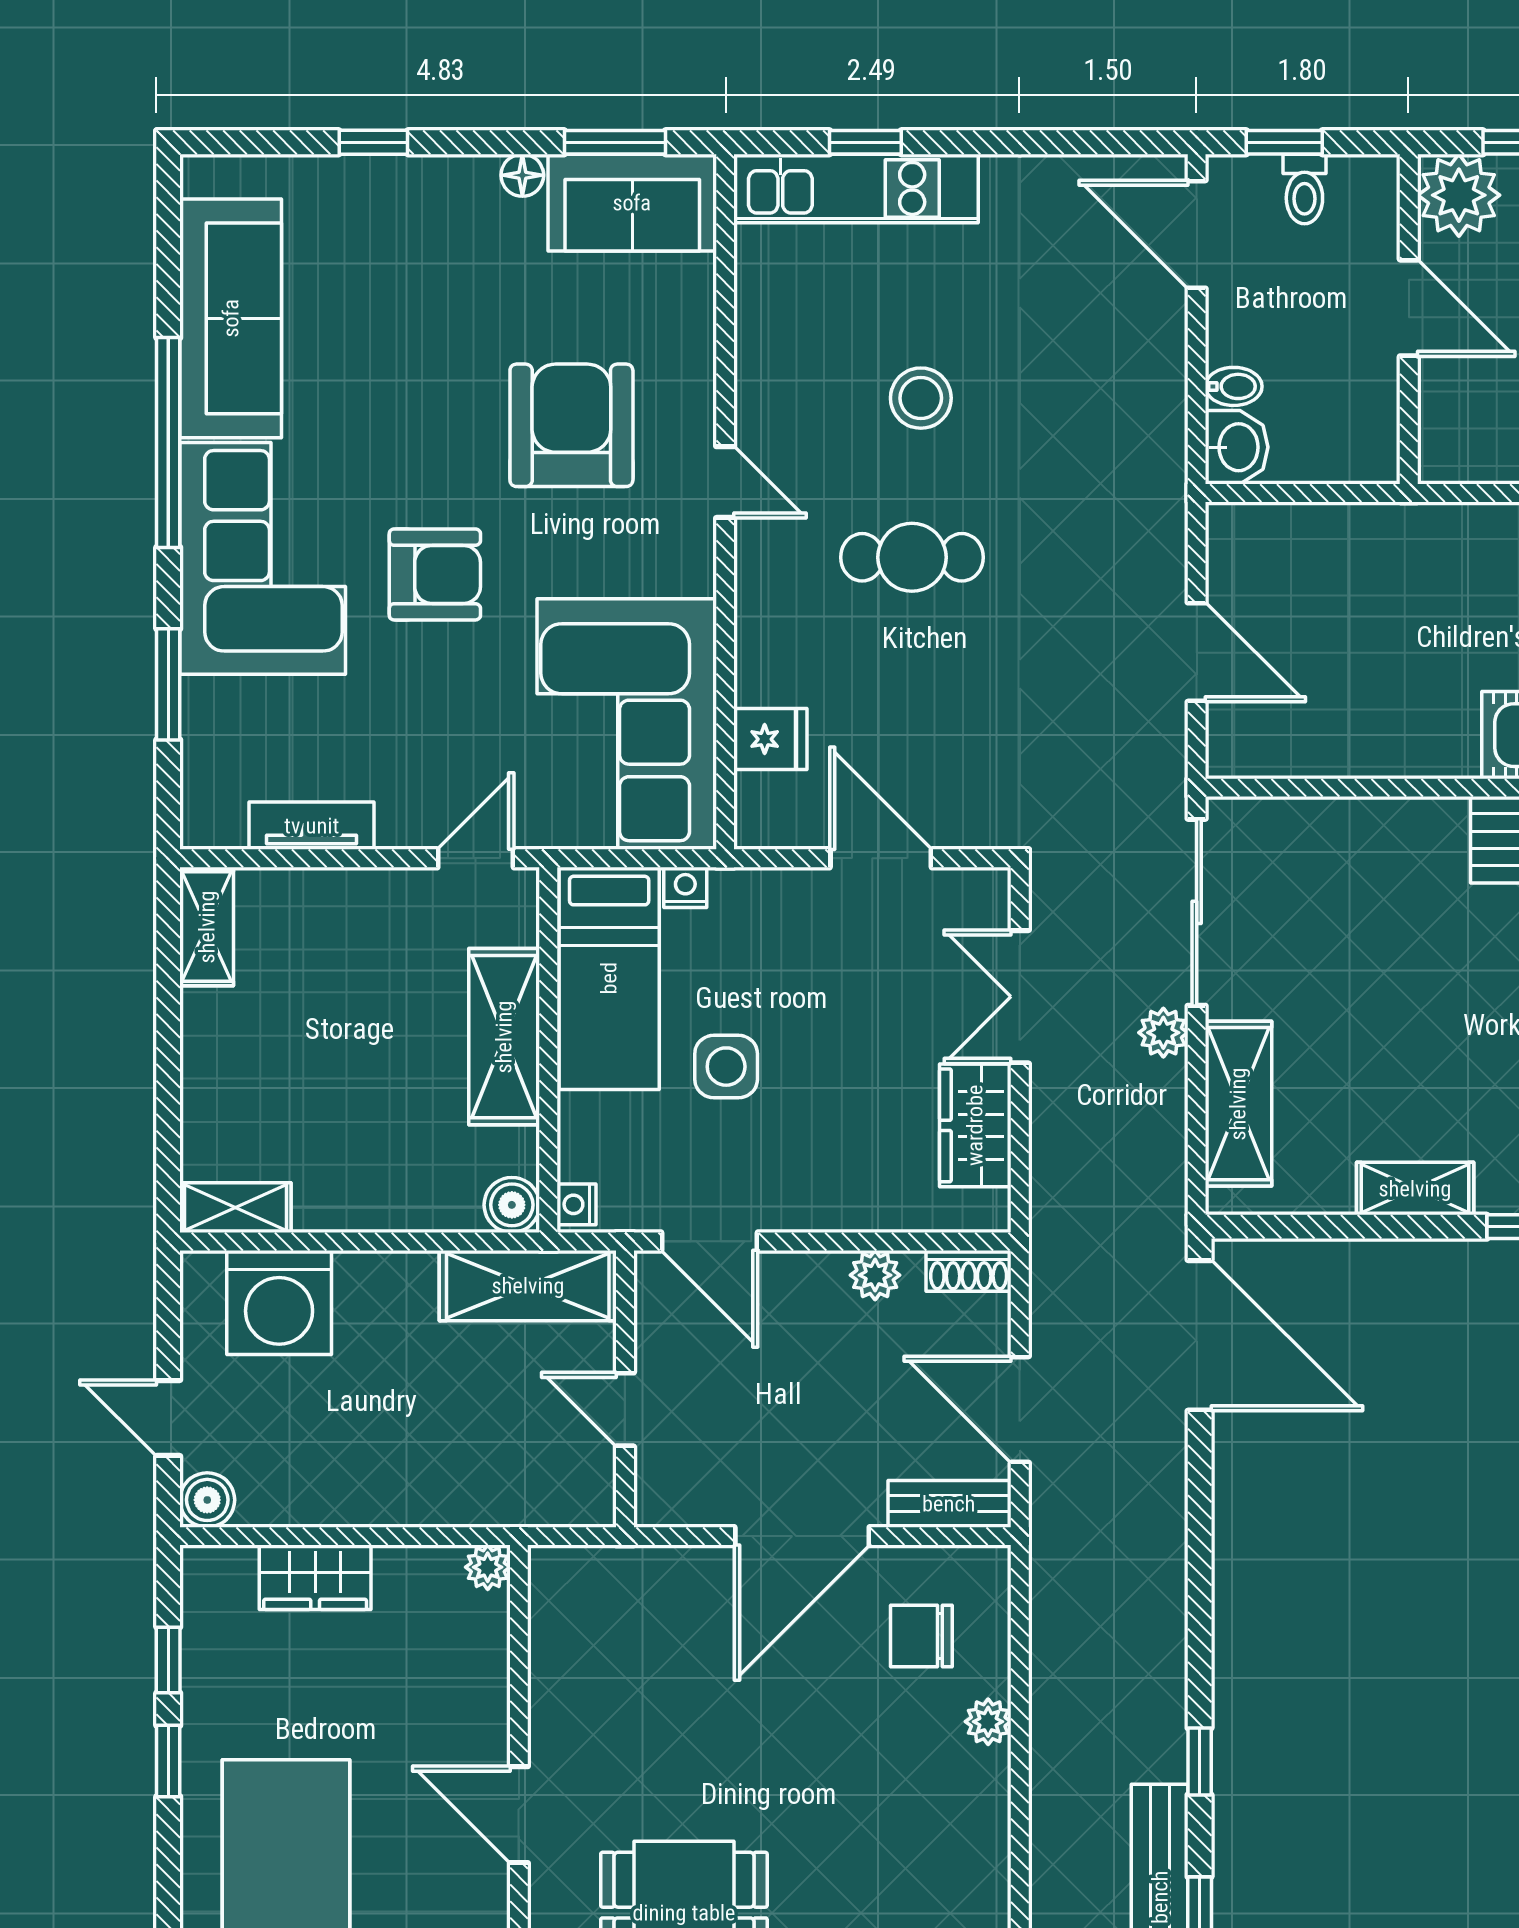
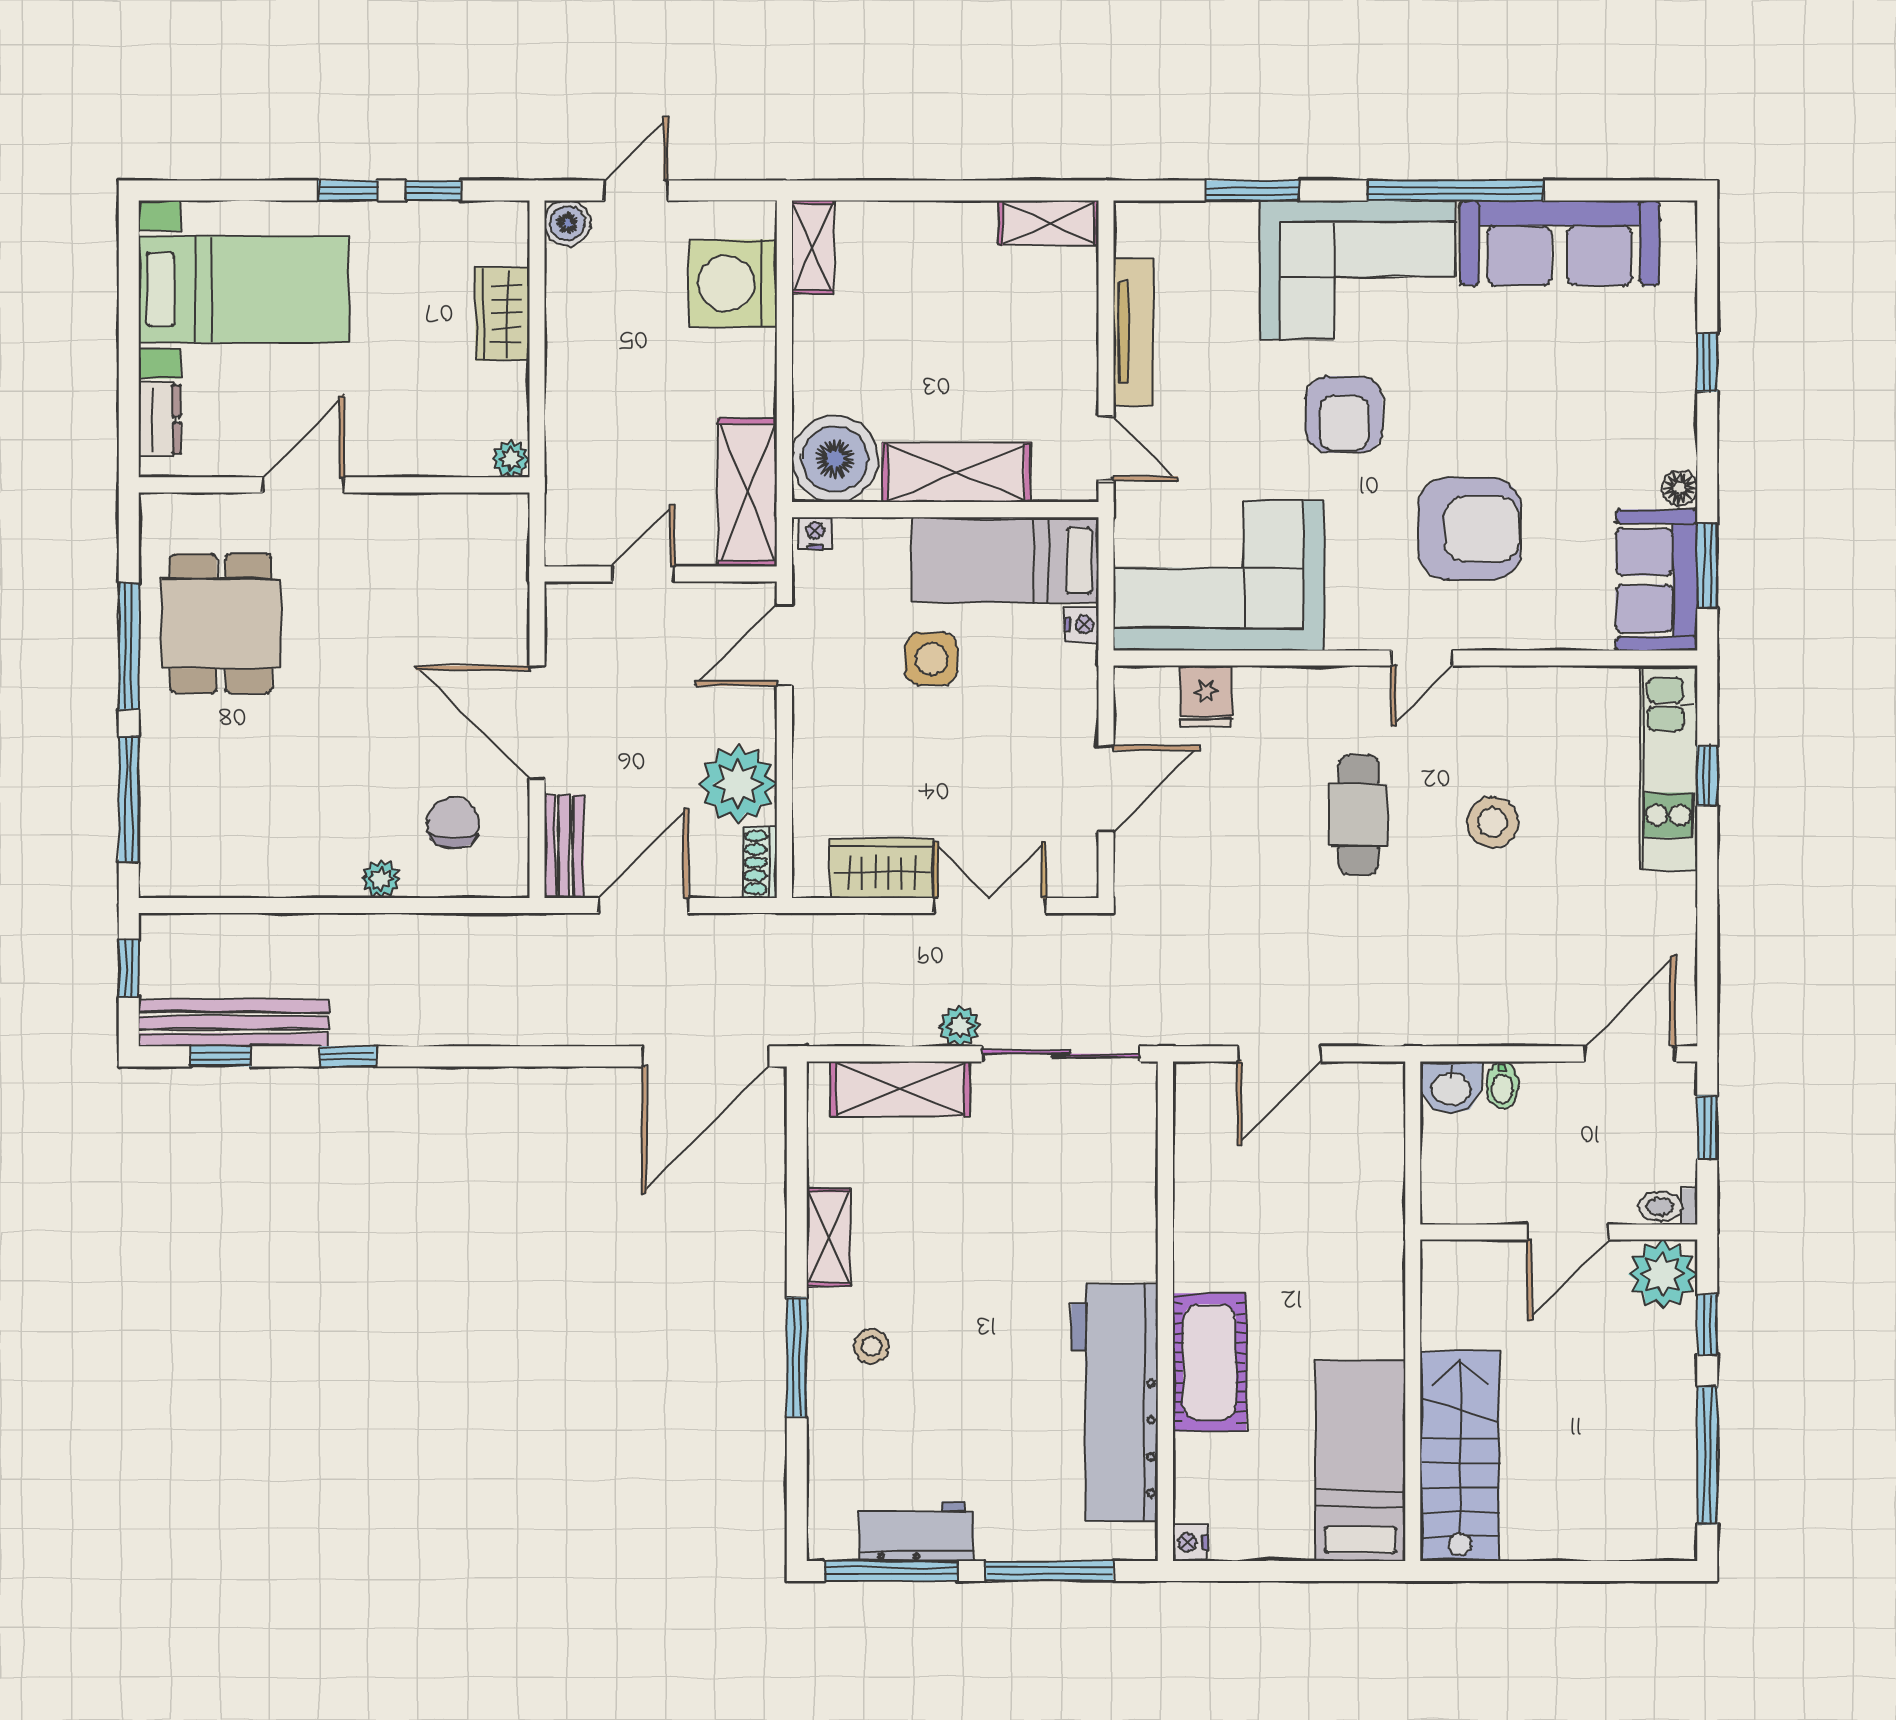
toilet: (1304, 189) -> (1668, 1207), moved
tv unit: (312, 826) -> (1133, 332), width x1.41
boiler: (512, 1205) -> (835, 459), width x1.86, depth x1.86
plant: (875, 1275) -> (738, 784), width x1.88, depth x1.88

